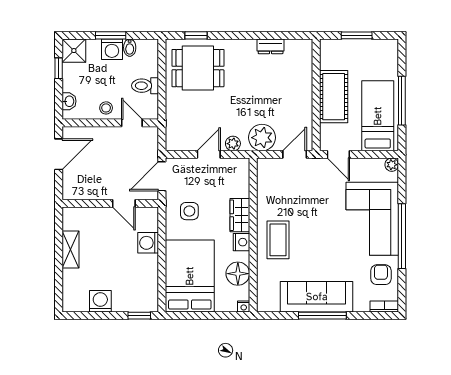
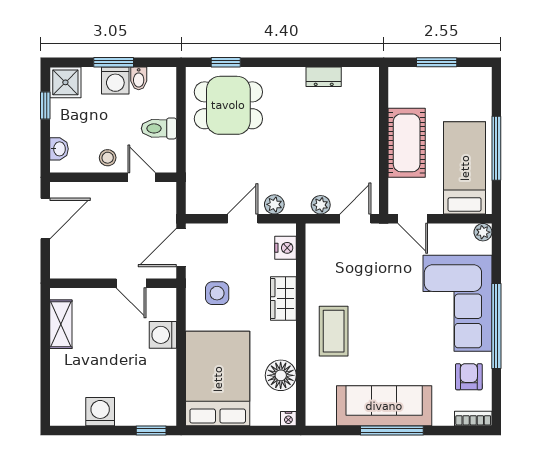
plant: (262, 138) -> (321, 205), width x0.53, depth x0.53
nightstand: (241, 242) -> (285, 248), moved
shelving: (70, 249) -> (61, 324), moved

